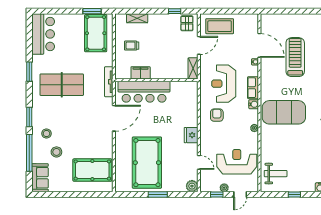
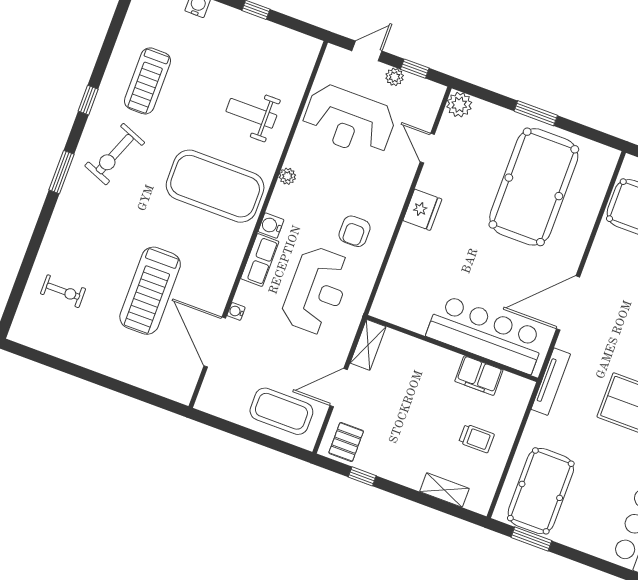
weight bench: (276, 174) -> (251, 113), moved

